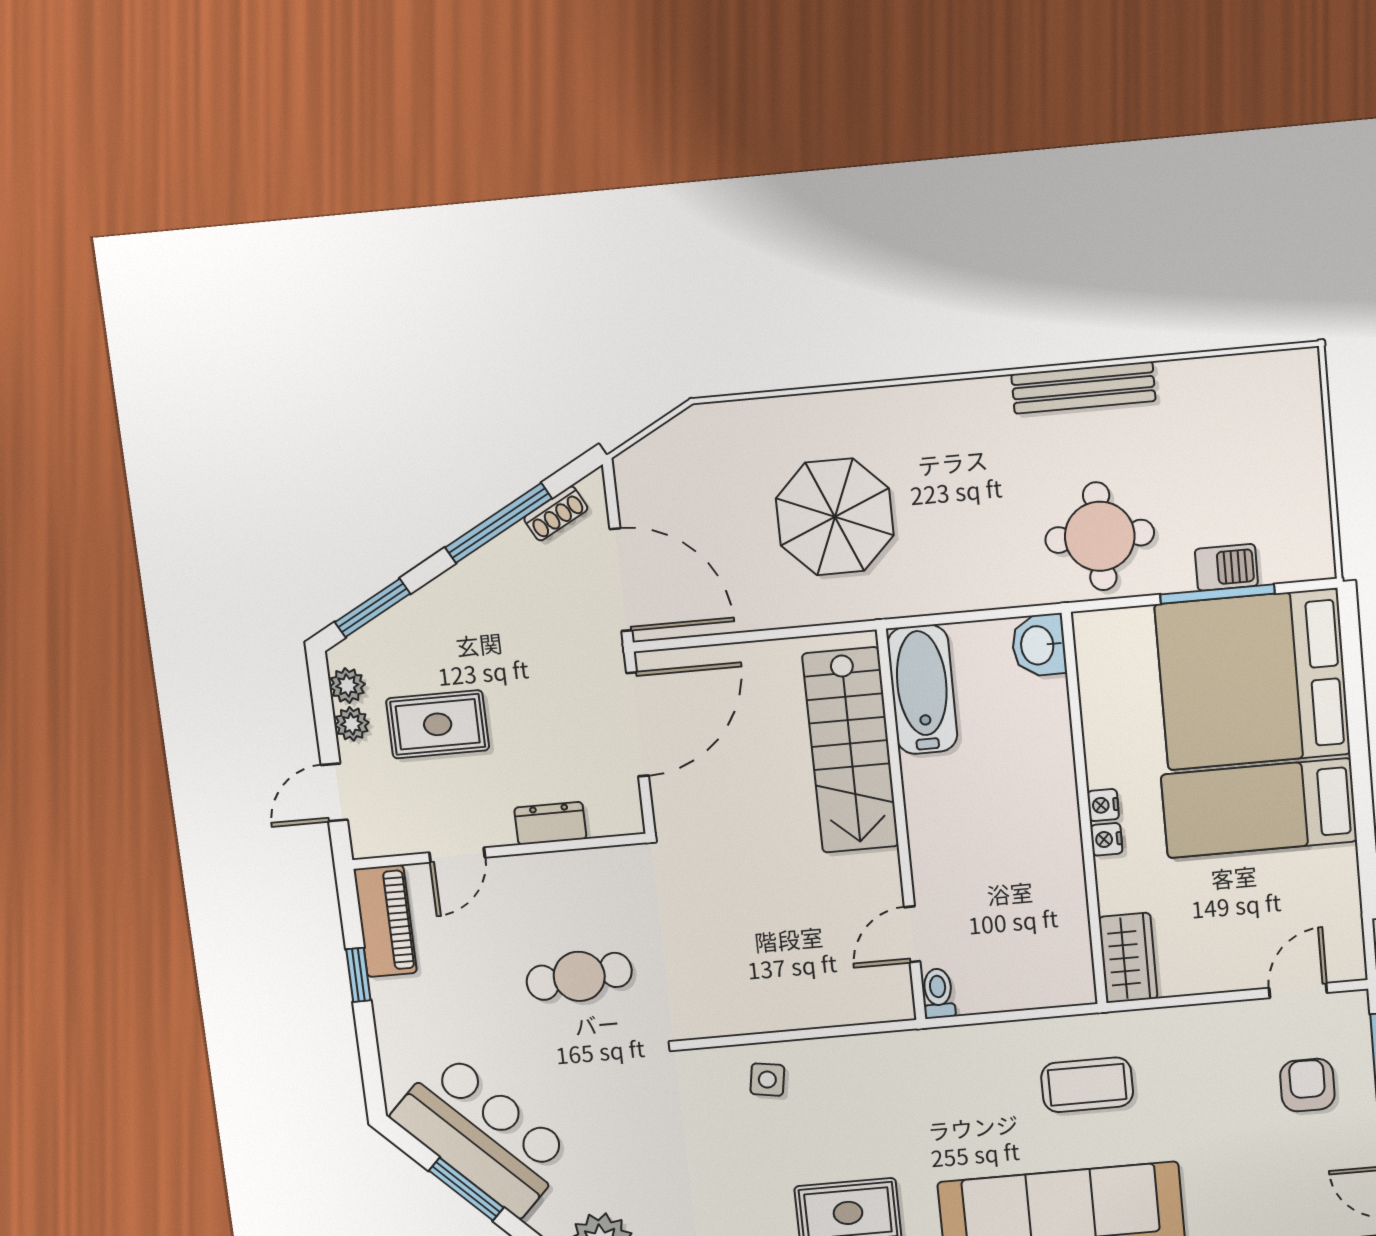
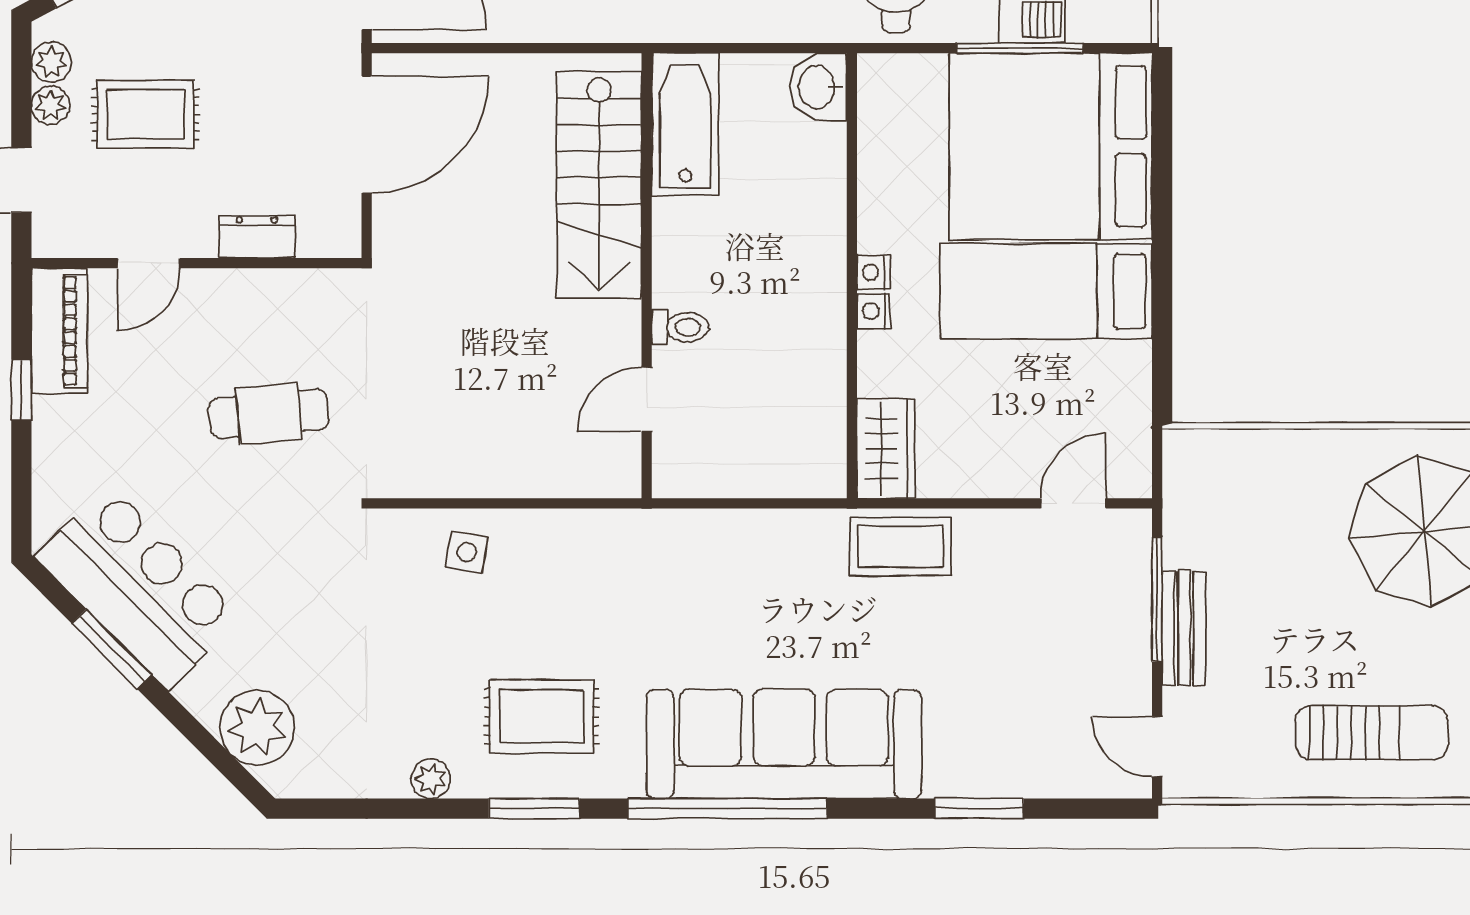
toilet: (938, 993) -> (680, 327), moved, turned 90
coffee table: (1087, 1085) -> (900, 547), moved
armchair: (1307, 1085) -> (1075, 614), removed

